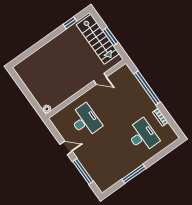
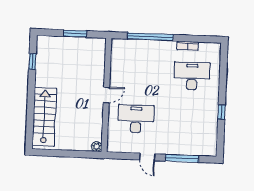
stairs: (98, 39) -> (44, 117), moved, turned -90
door: (100, 79) -> (106, 95), moved
door: (66, 148) -> (147, 157), swing flipped
window: (134, 174) -> (222, 112), width x0.46

